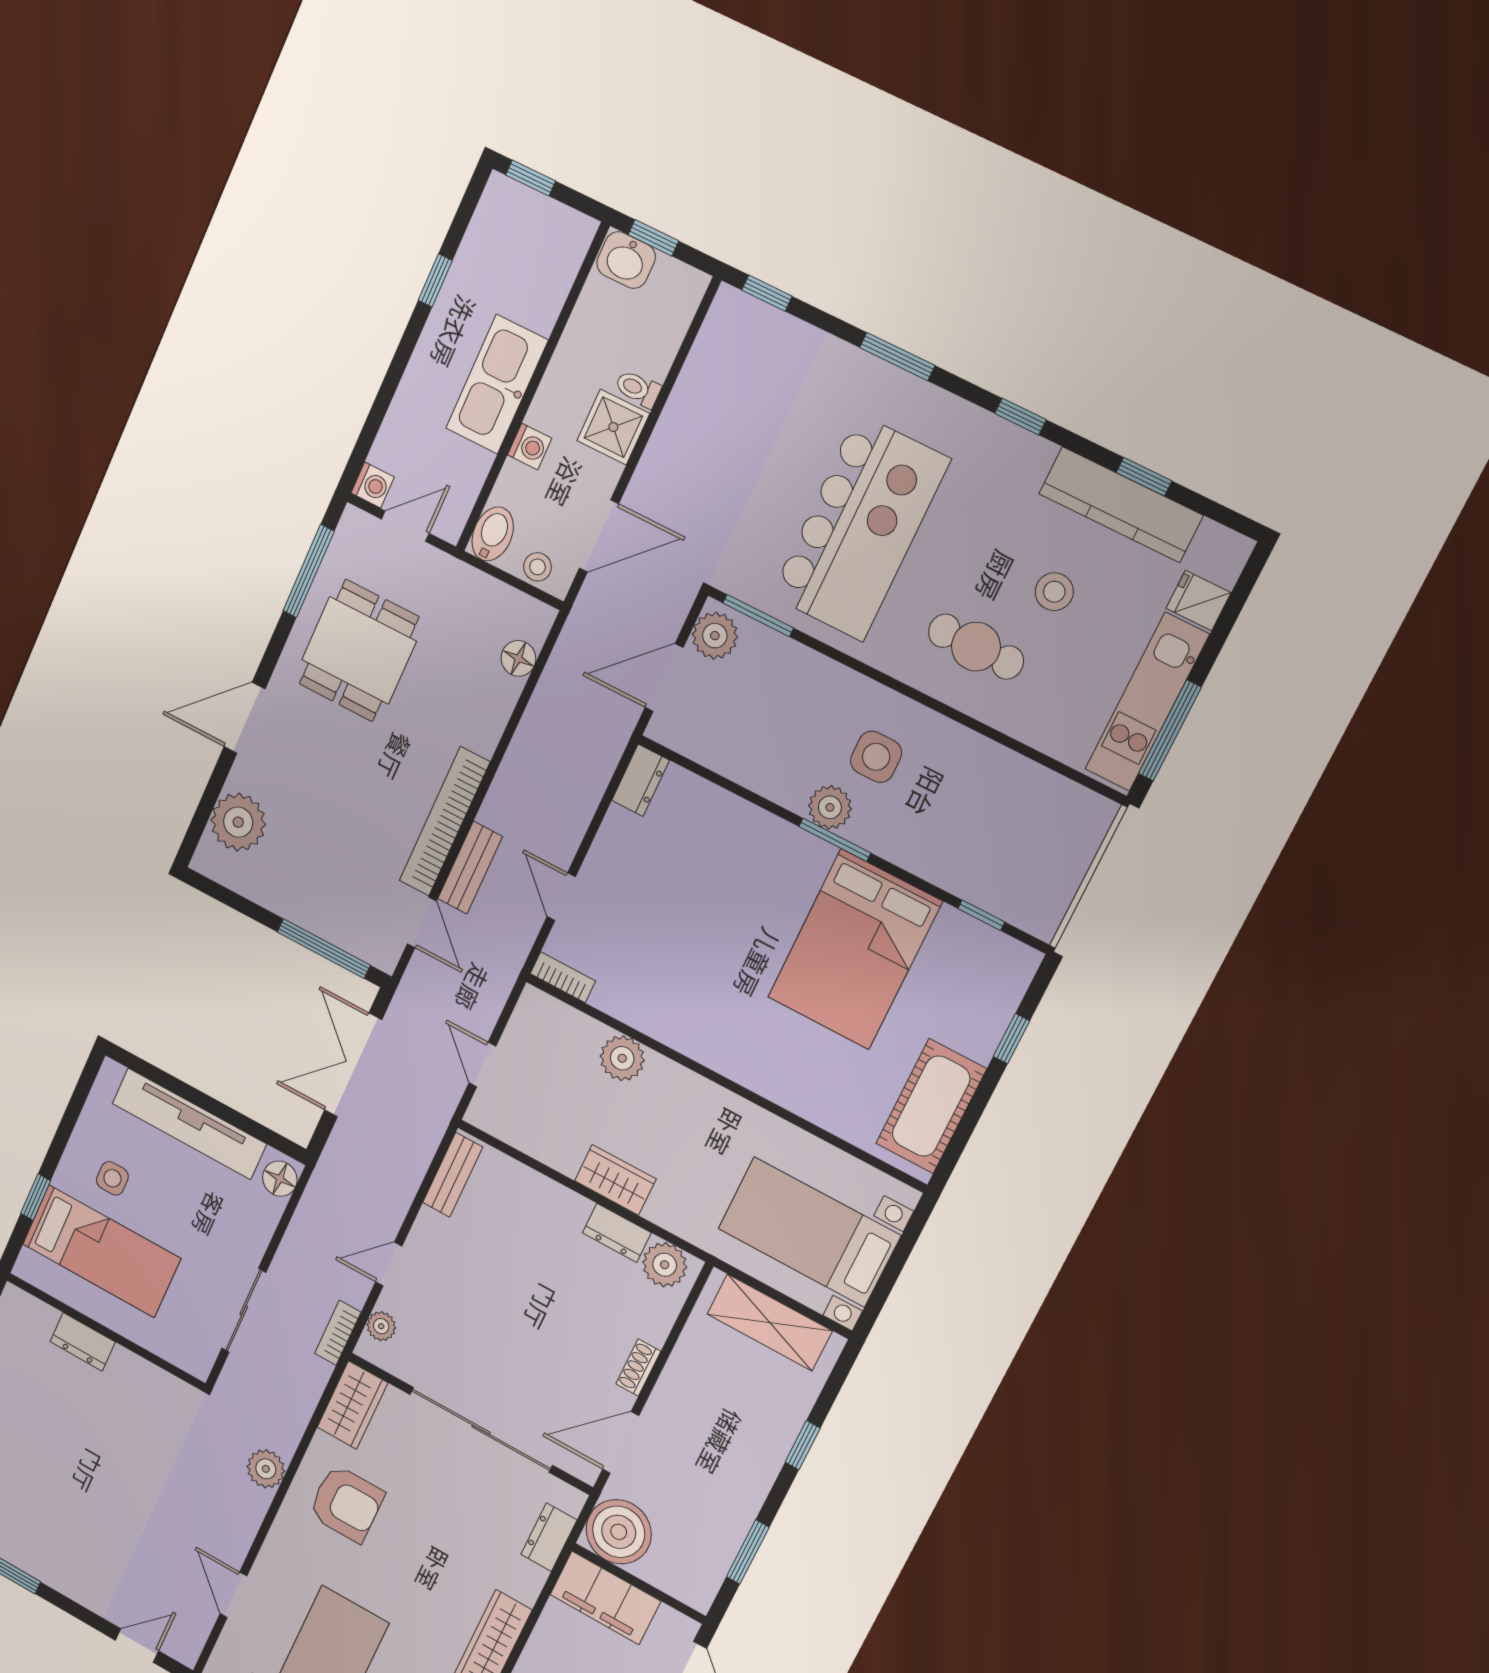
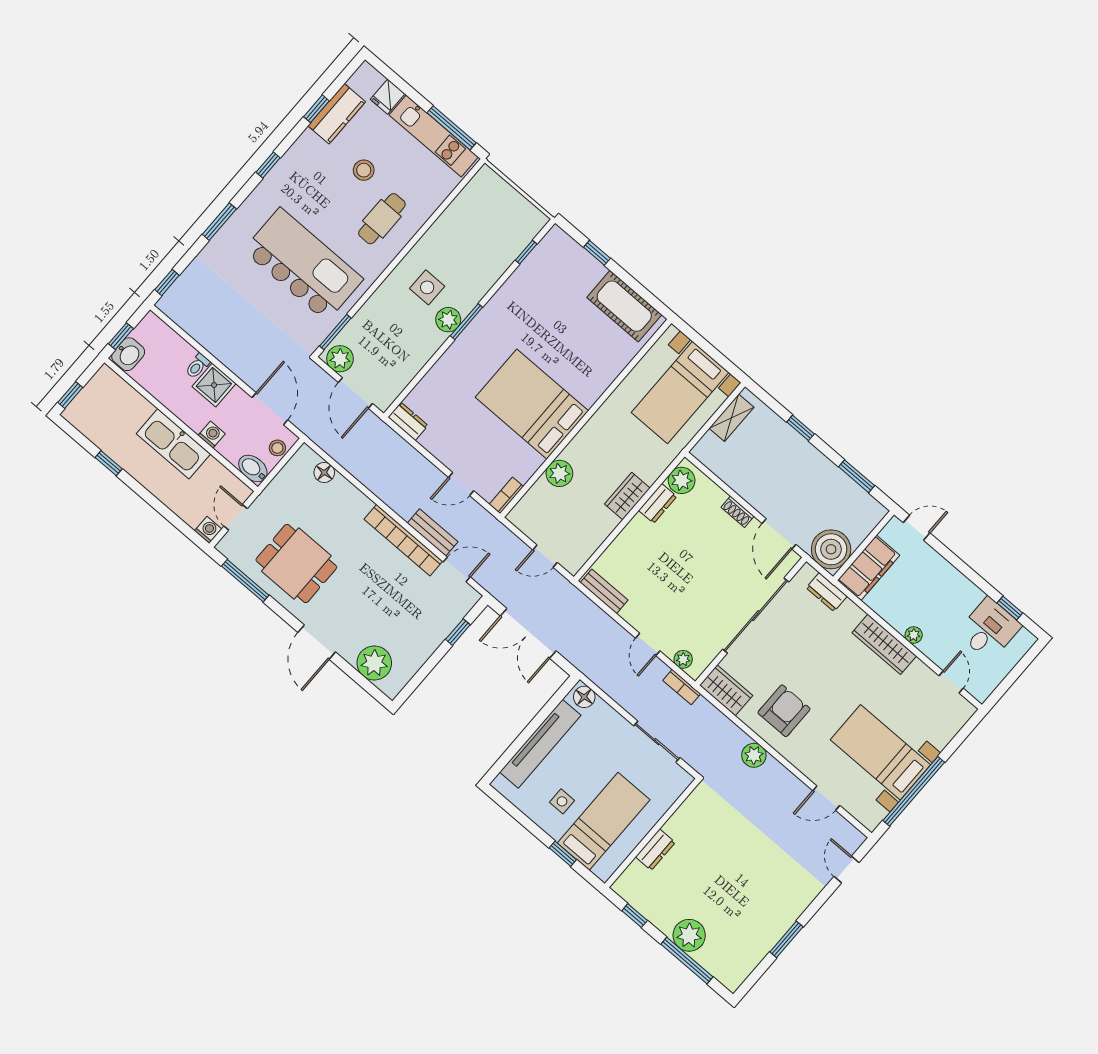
kitchen counter: (1121, 505) -> (337, 114), width x0.67
window: (324, 949) -> (458, 632), width x0.46
bed: (855, 949) -> (532, 404), moved, turned 180
shelving: (770, 1322) -> (731, 418), width x0.67, depth x0.75

